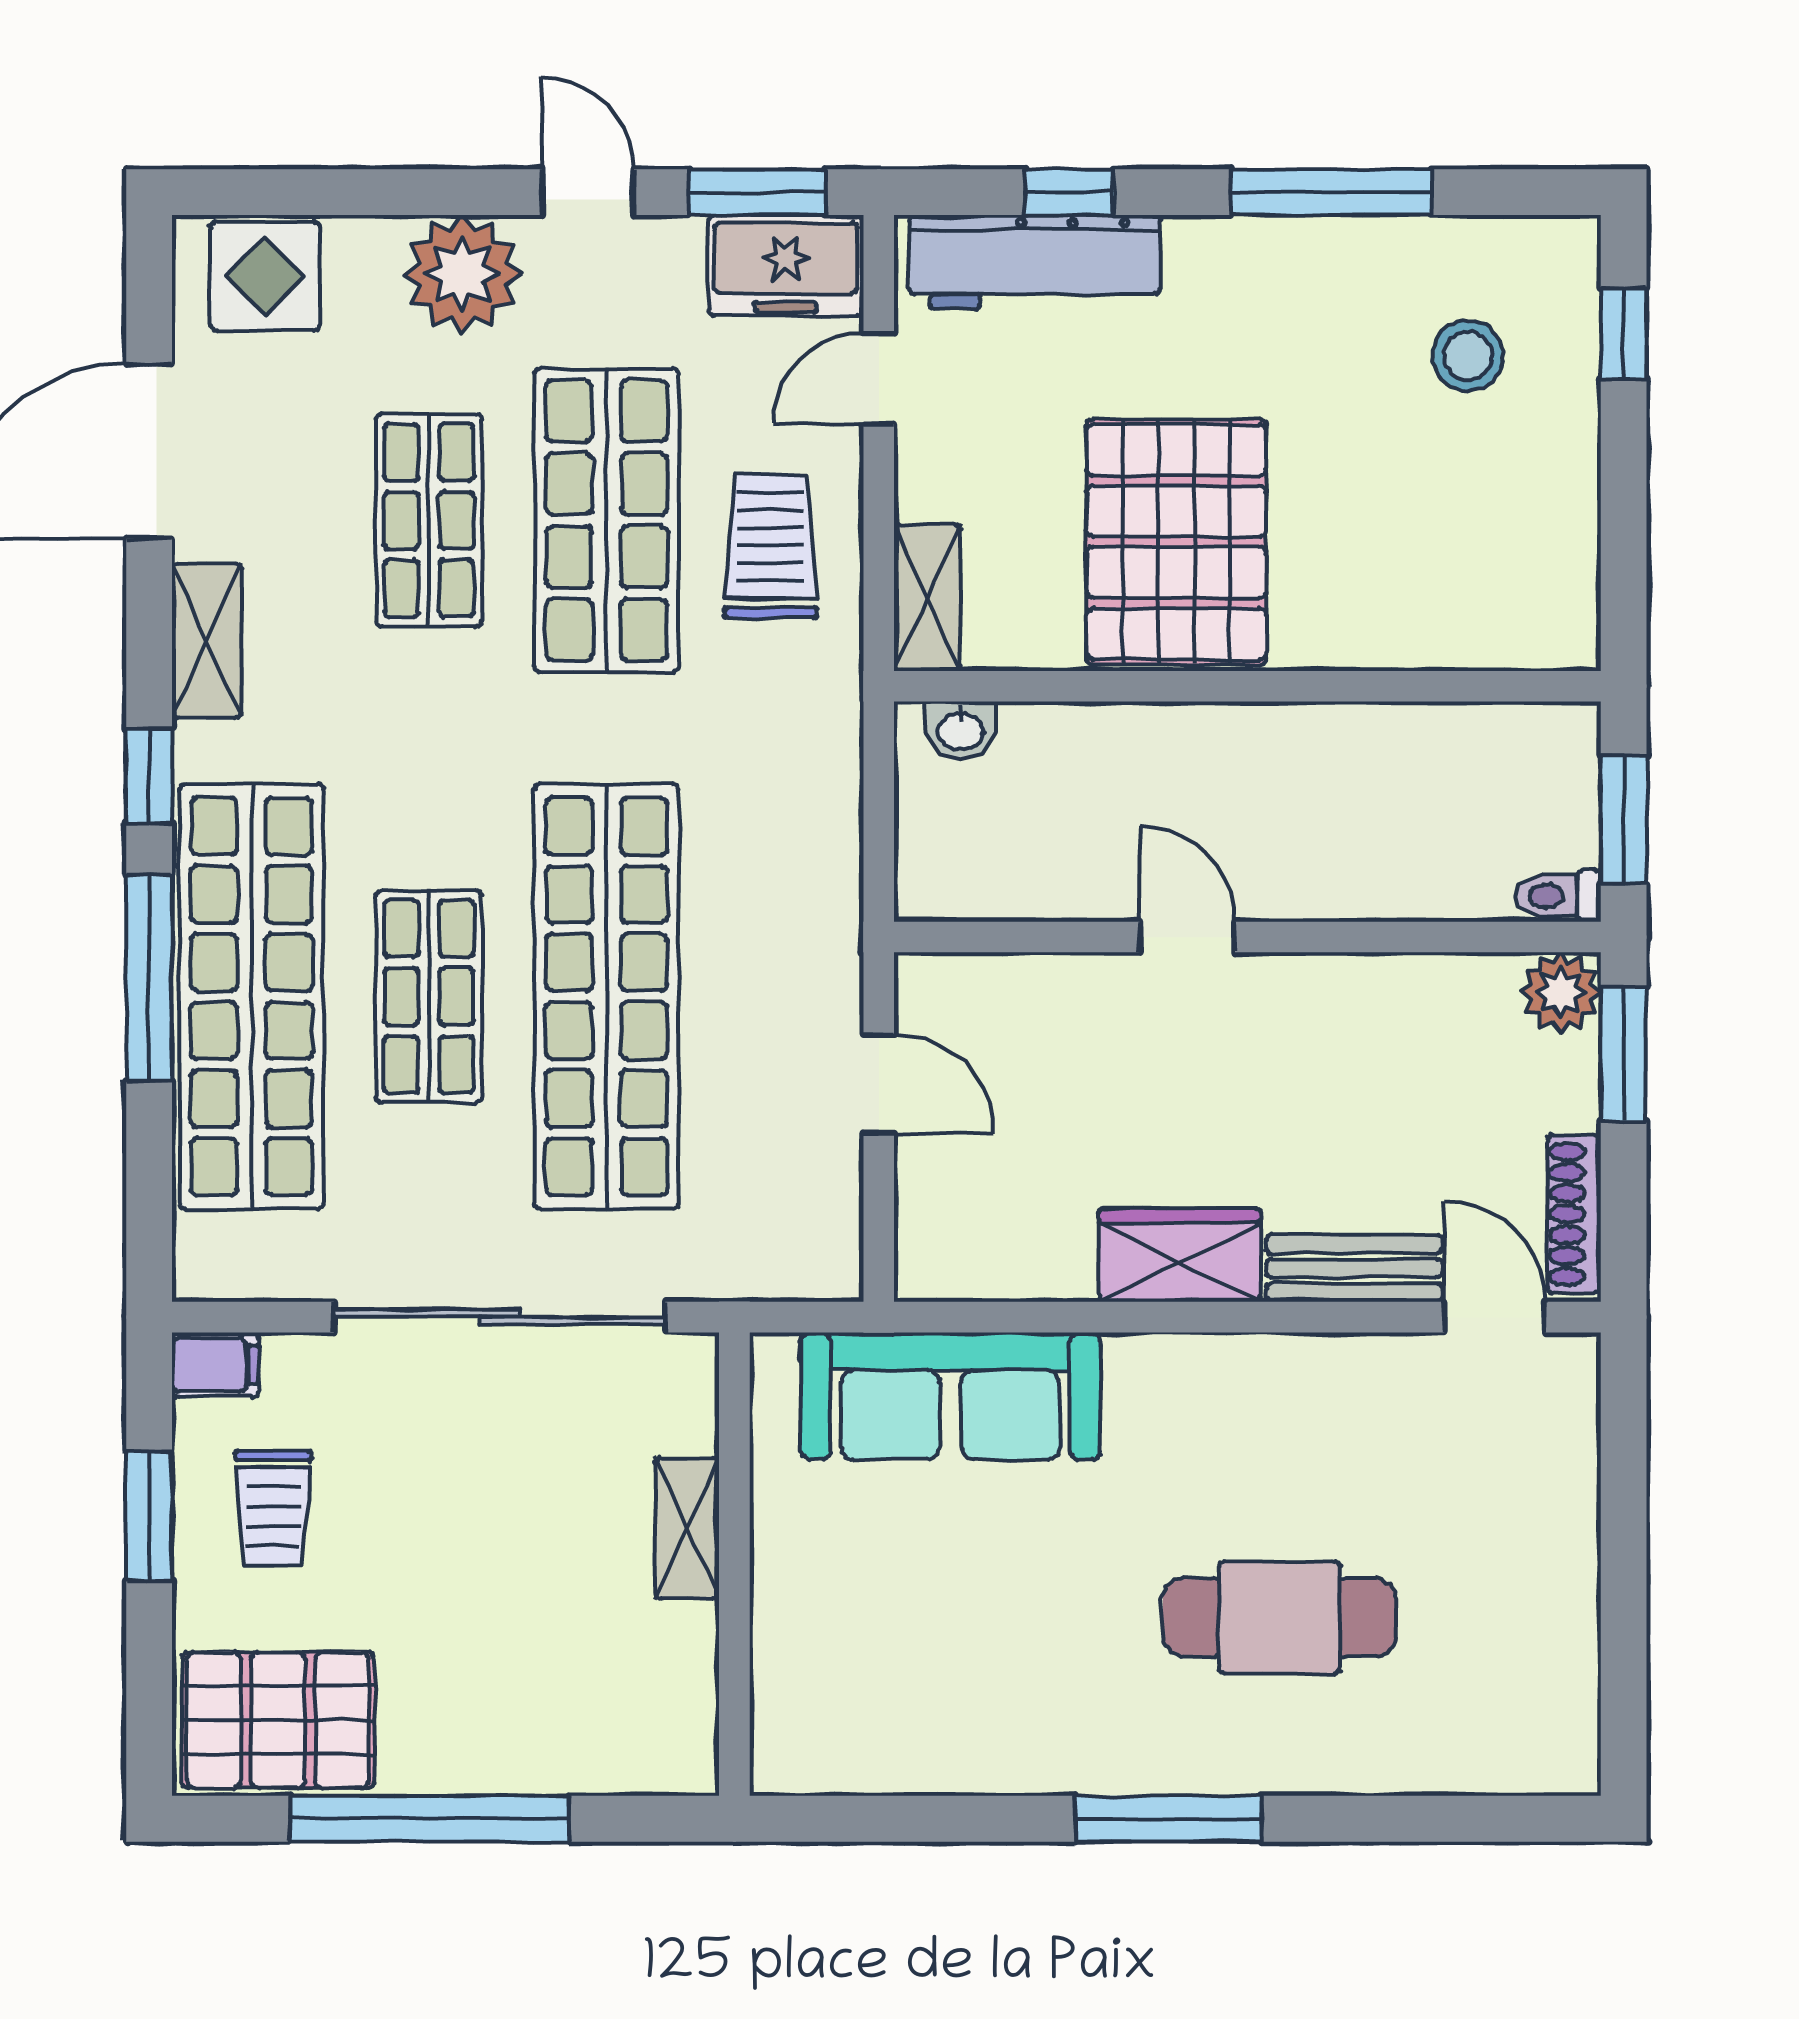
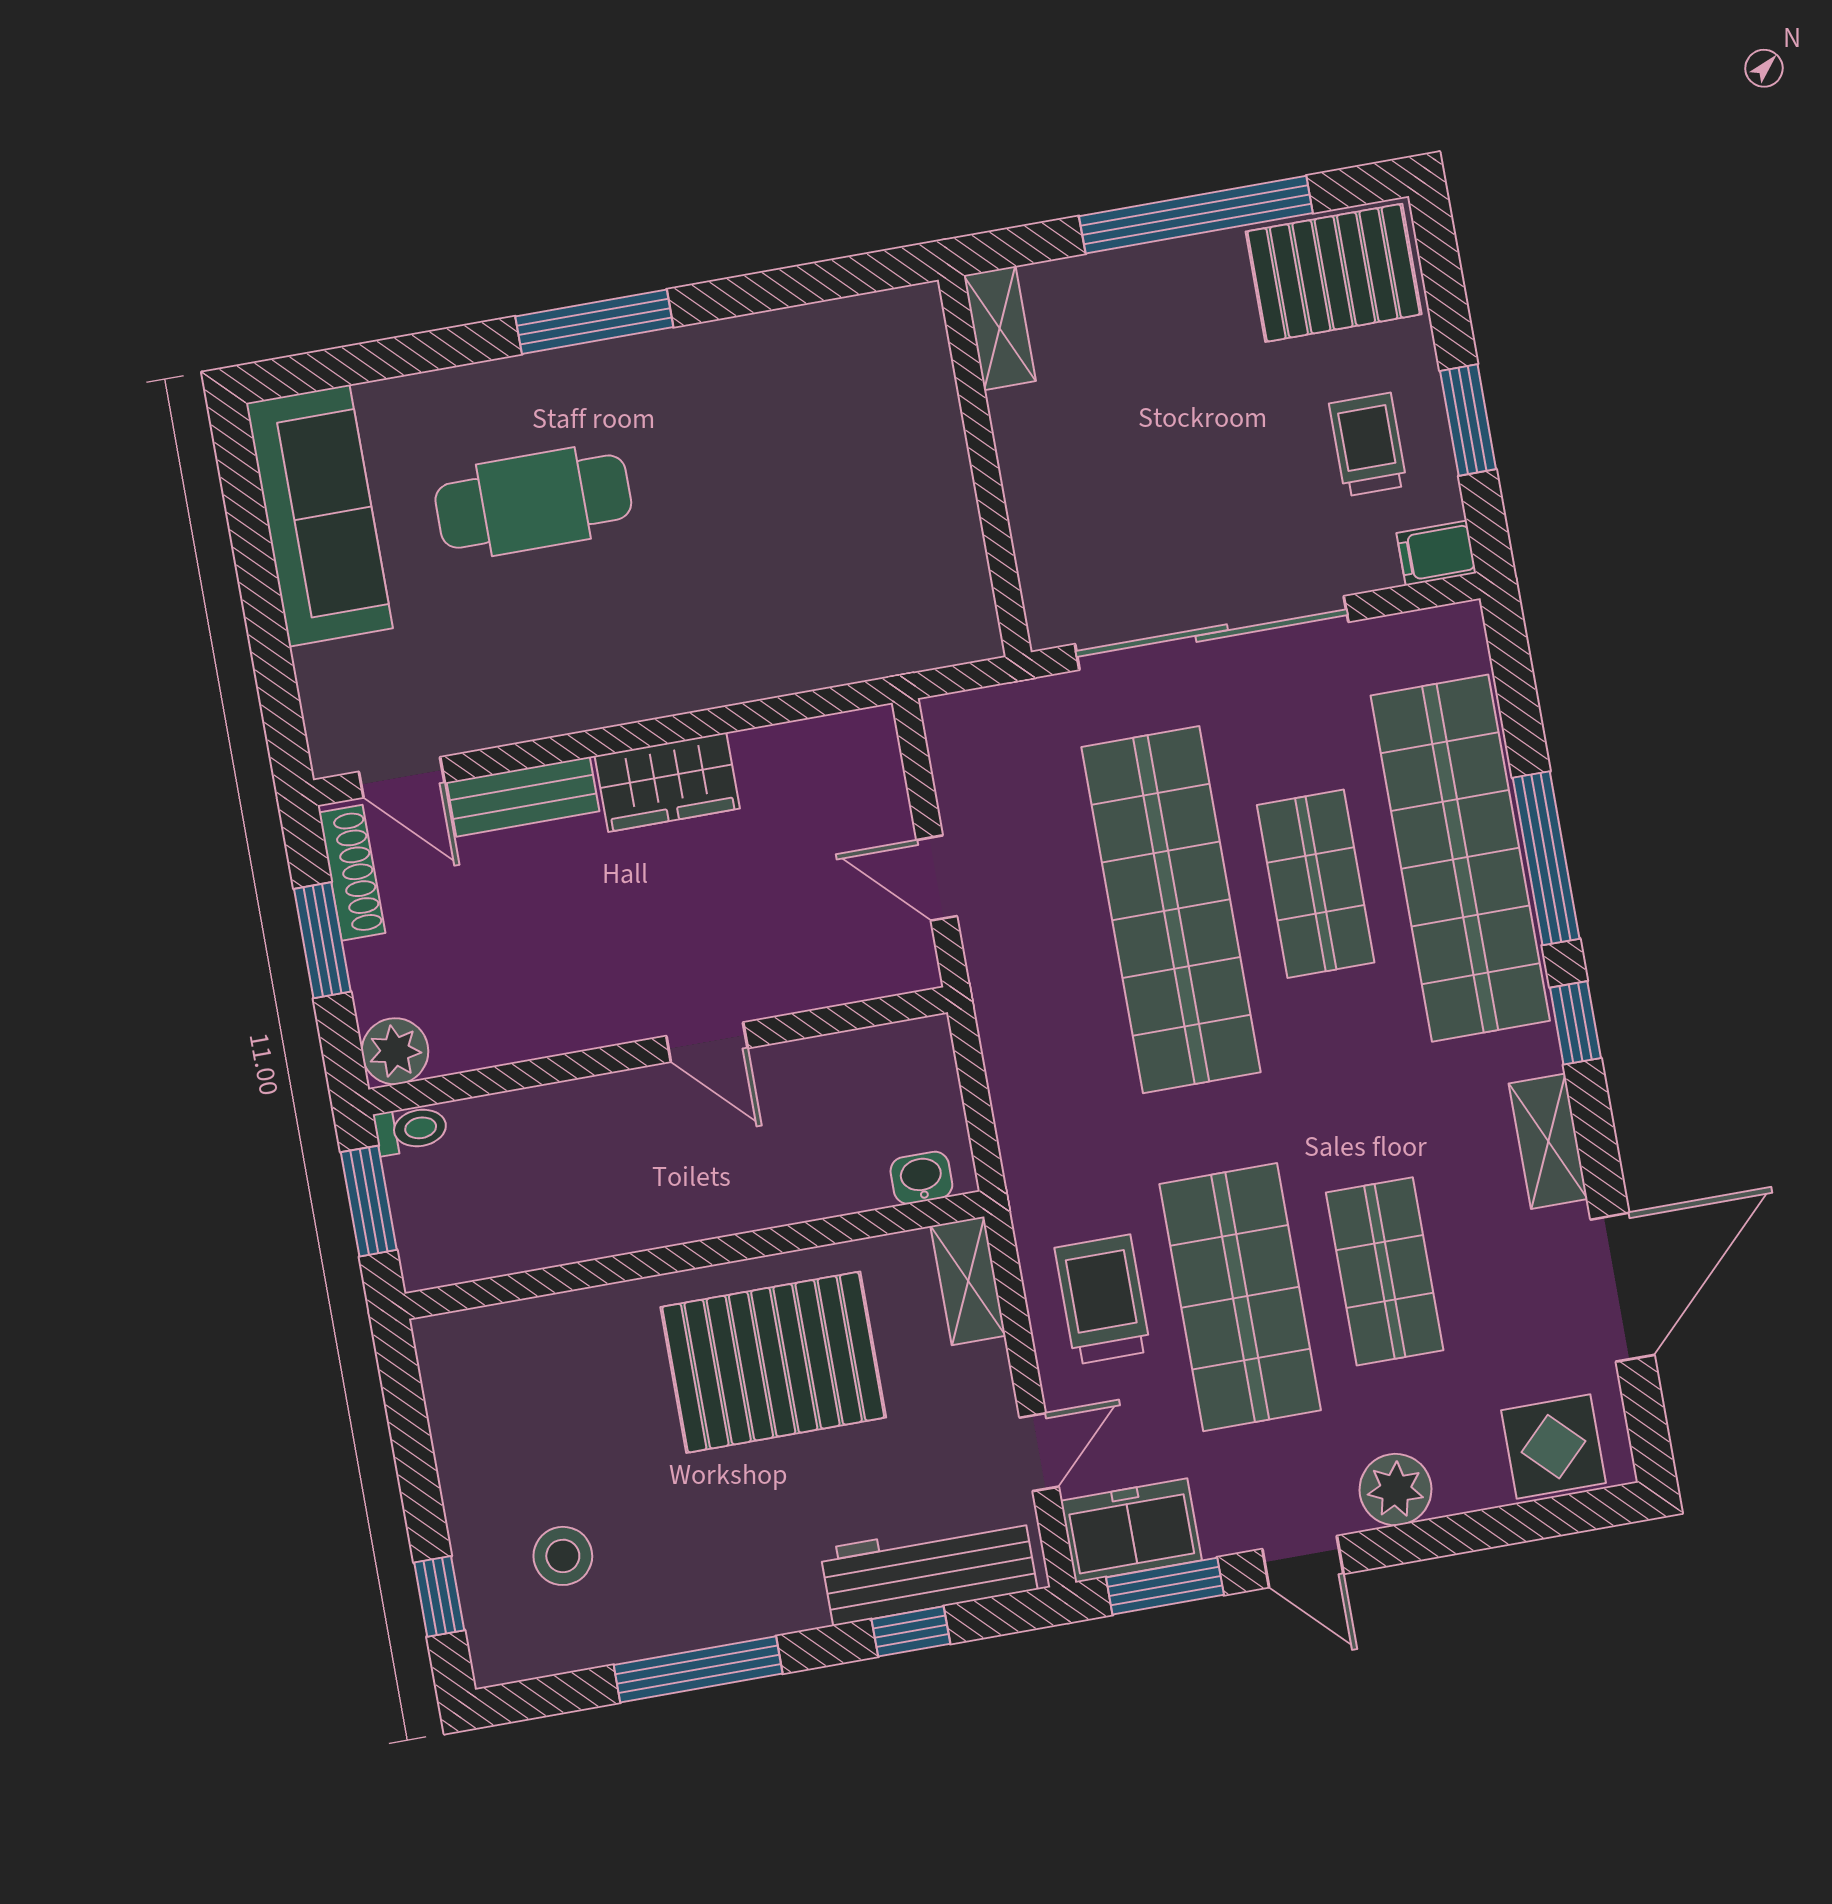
plant: (462, 274) -> (1395, 1490), width x0.73, depth x0.73
pallet: (1176, 542) -> (773, 1362), turned 90
trolley: (771, 547) -> (1103, 1300), turned 180
window: (1624, 1054) -> (322, 940), moved
sofa: (950, 1396) -> (319, 516), moved, turned 90
shelving: (687, 1528) -> (1000, 328), moved

